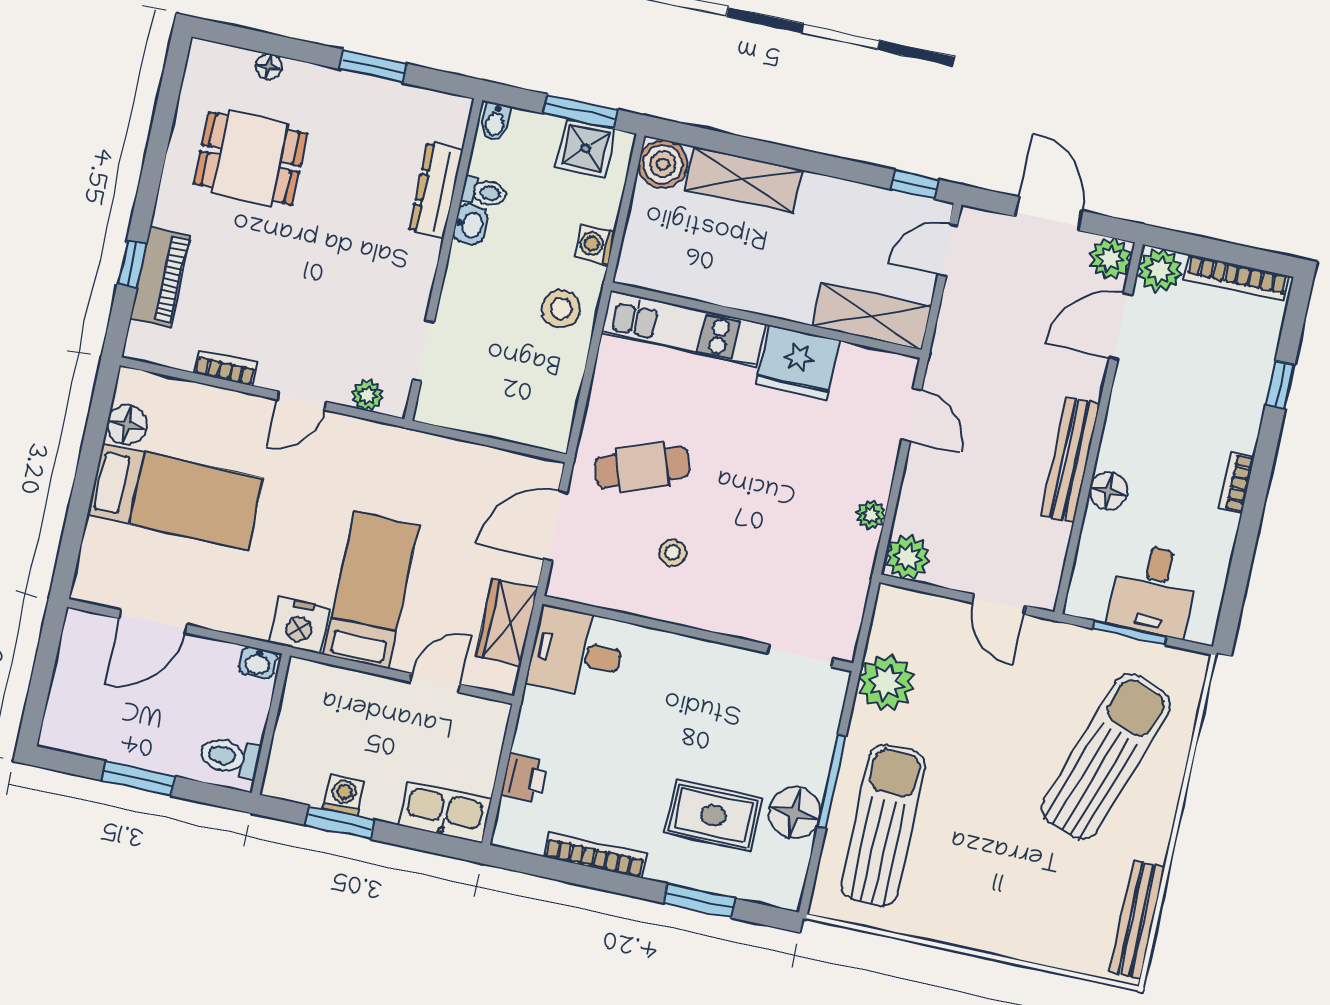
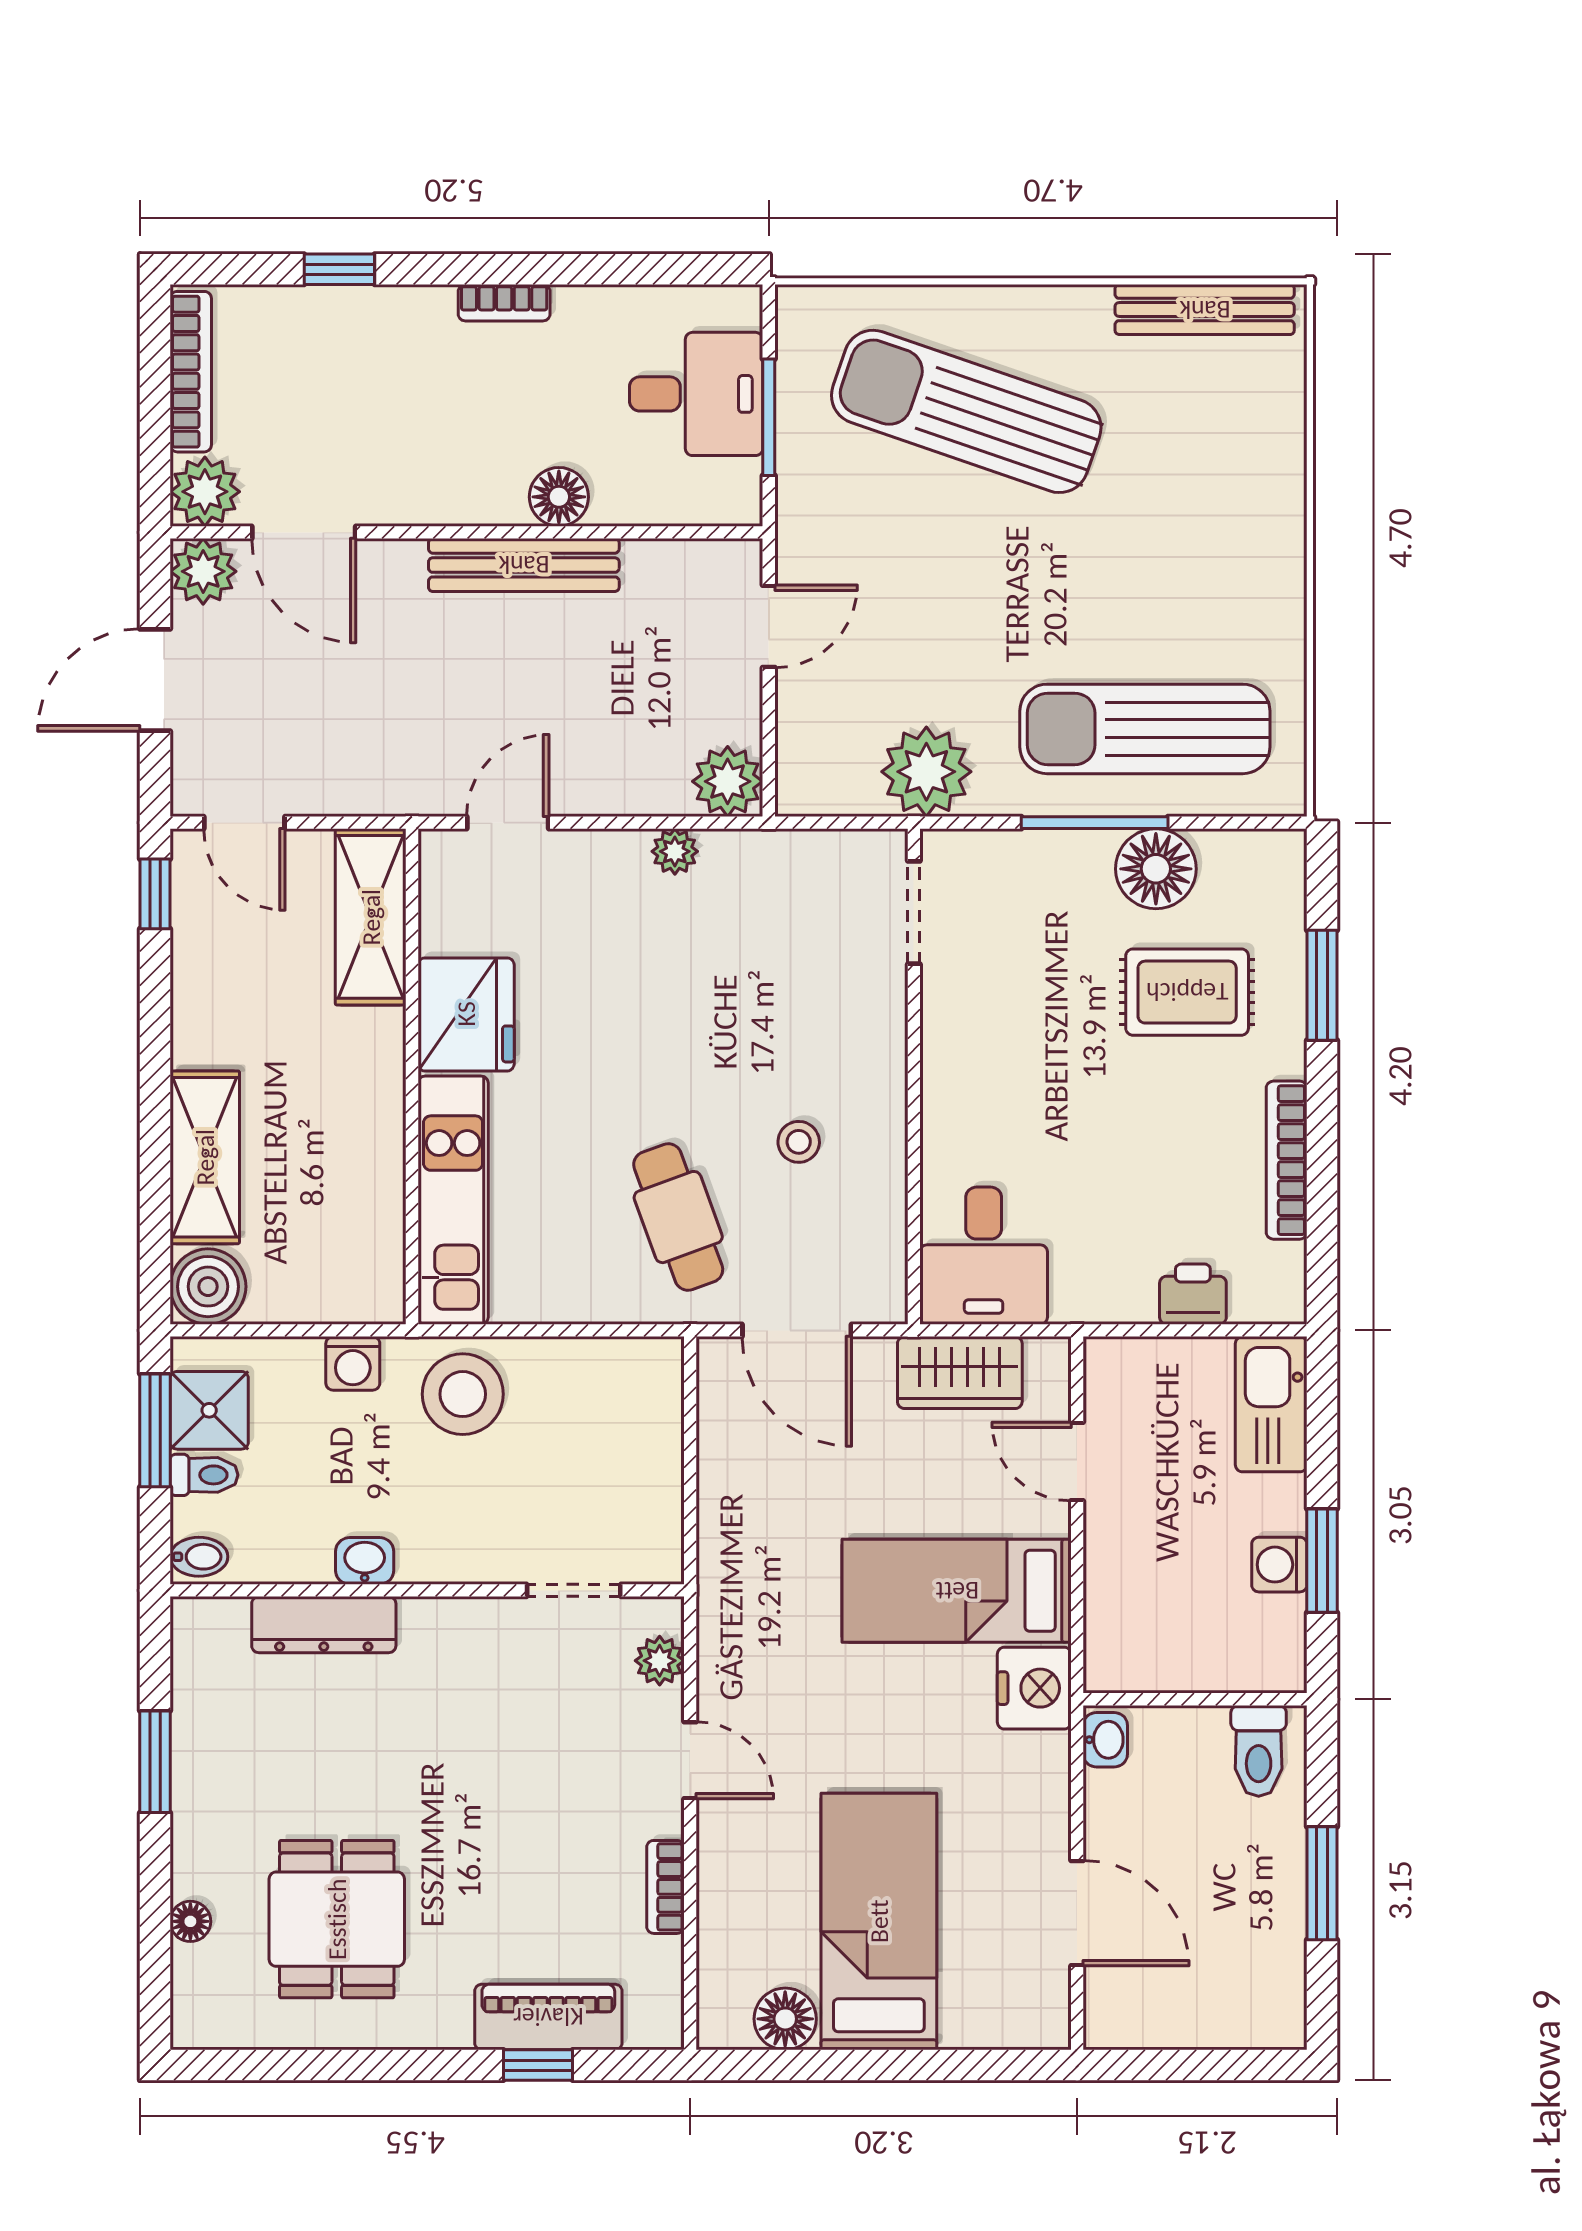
toilet: (484, 192) -> (204, 1475), moved, turned 90
stool: (561, 309) -> (463, 1394), width x1.38, depth x1.38
rug: (713, 816) -> (1187, 992), turned 90

